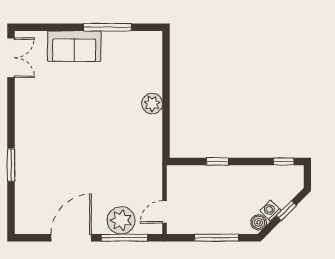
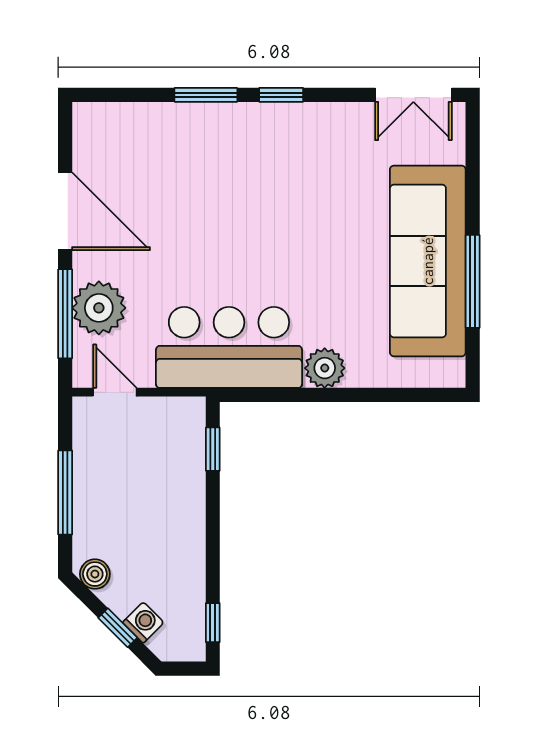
sofa: (74, 46) -> (428, 261), width x1.85, depth x1.27
window: (11, 126) -> (281, 95), added
bar counter: (141, 153) -> (229, 347), added
window: (218, 161) -> (213, 449), moved
washing machine: (270, 210) -> (143, 622), moved

